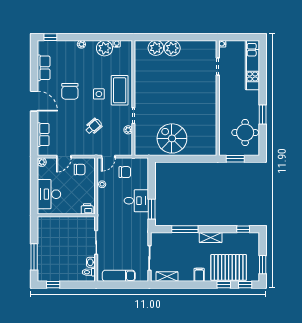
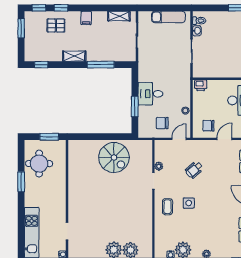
coffee table: (120, 90) -> (167, 207), width x0.54, depth x0.58
chair: (70, 91) -> (218, 206), removed
window: (152, 209) -> (135, 106), moved
pallet: (229, 267) -> (56, 25), width x0.49, depth x0.50

